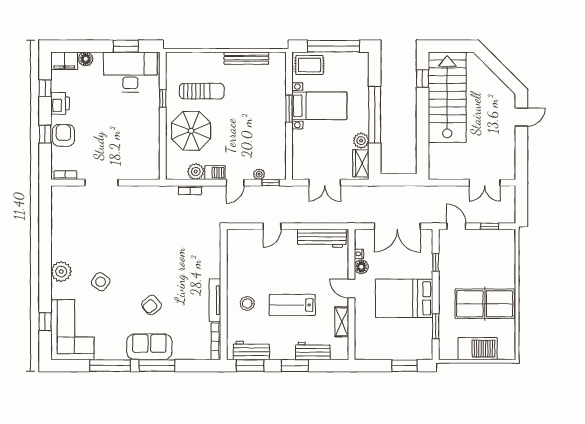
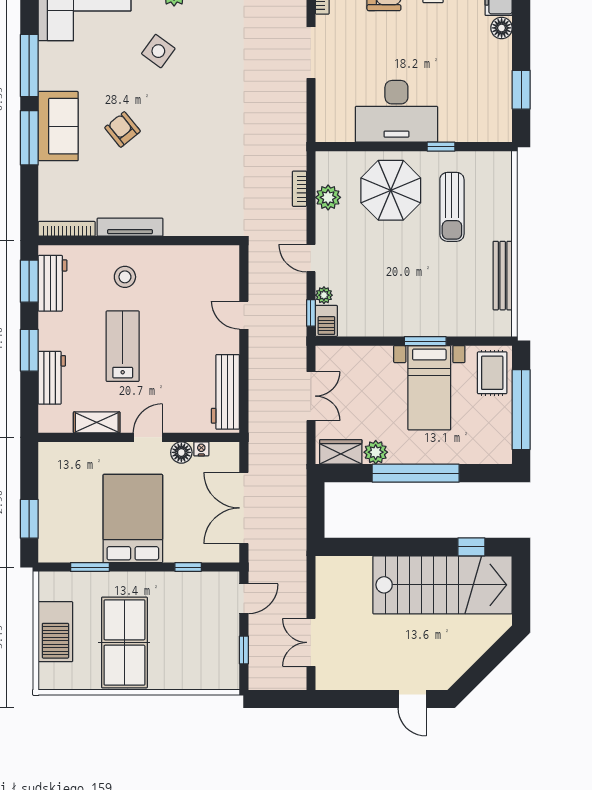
desk: (130, 72) -> (396, 111), moved, turned 90
barbecue: (215, 173) -> (326, 321), moved
double door: (325, 183) -> (311, 396), swing flipped

